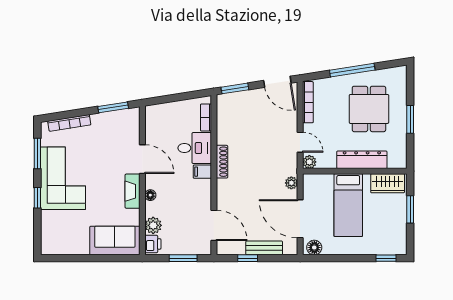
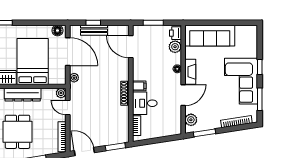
plant: (132, 125) -> (191, 120), added
door: (142, 159) -> (183, 95), swing flipped
bed: (348, 205) -> (33, 61), width x1.50
sofa: (115, 240) -> (210, 36), width x1.36
window: (248, 258) -> (93, 23), moved

